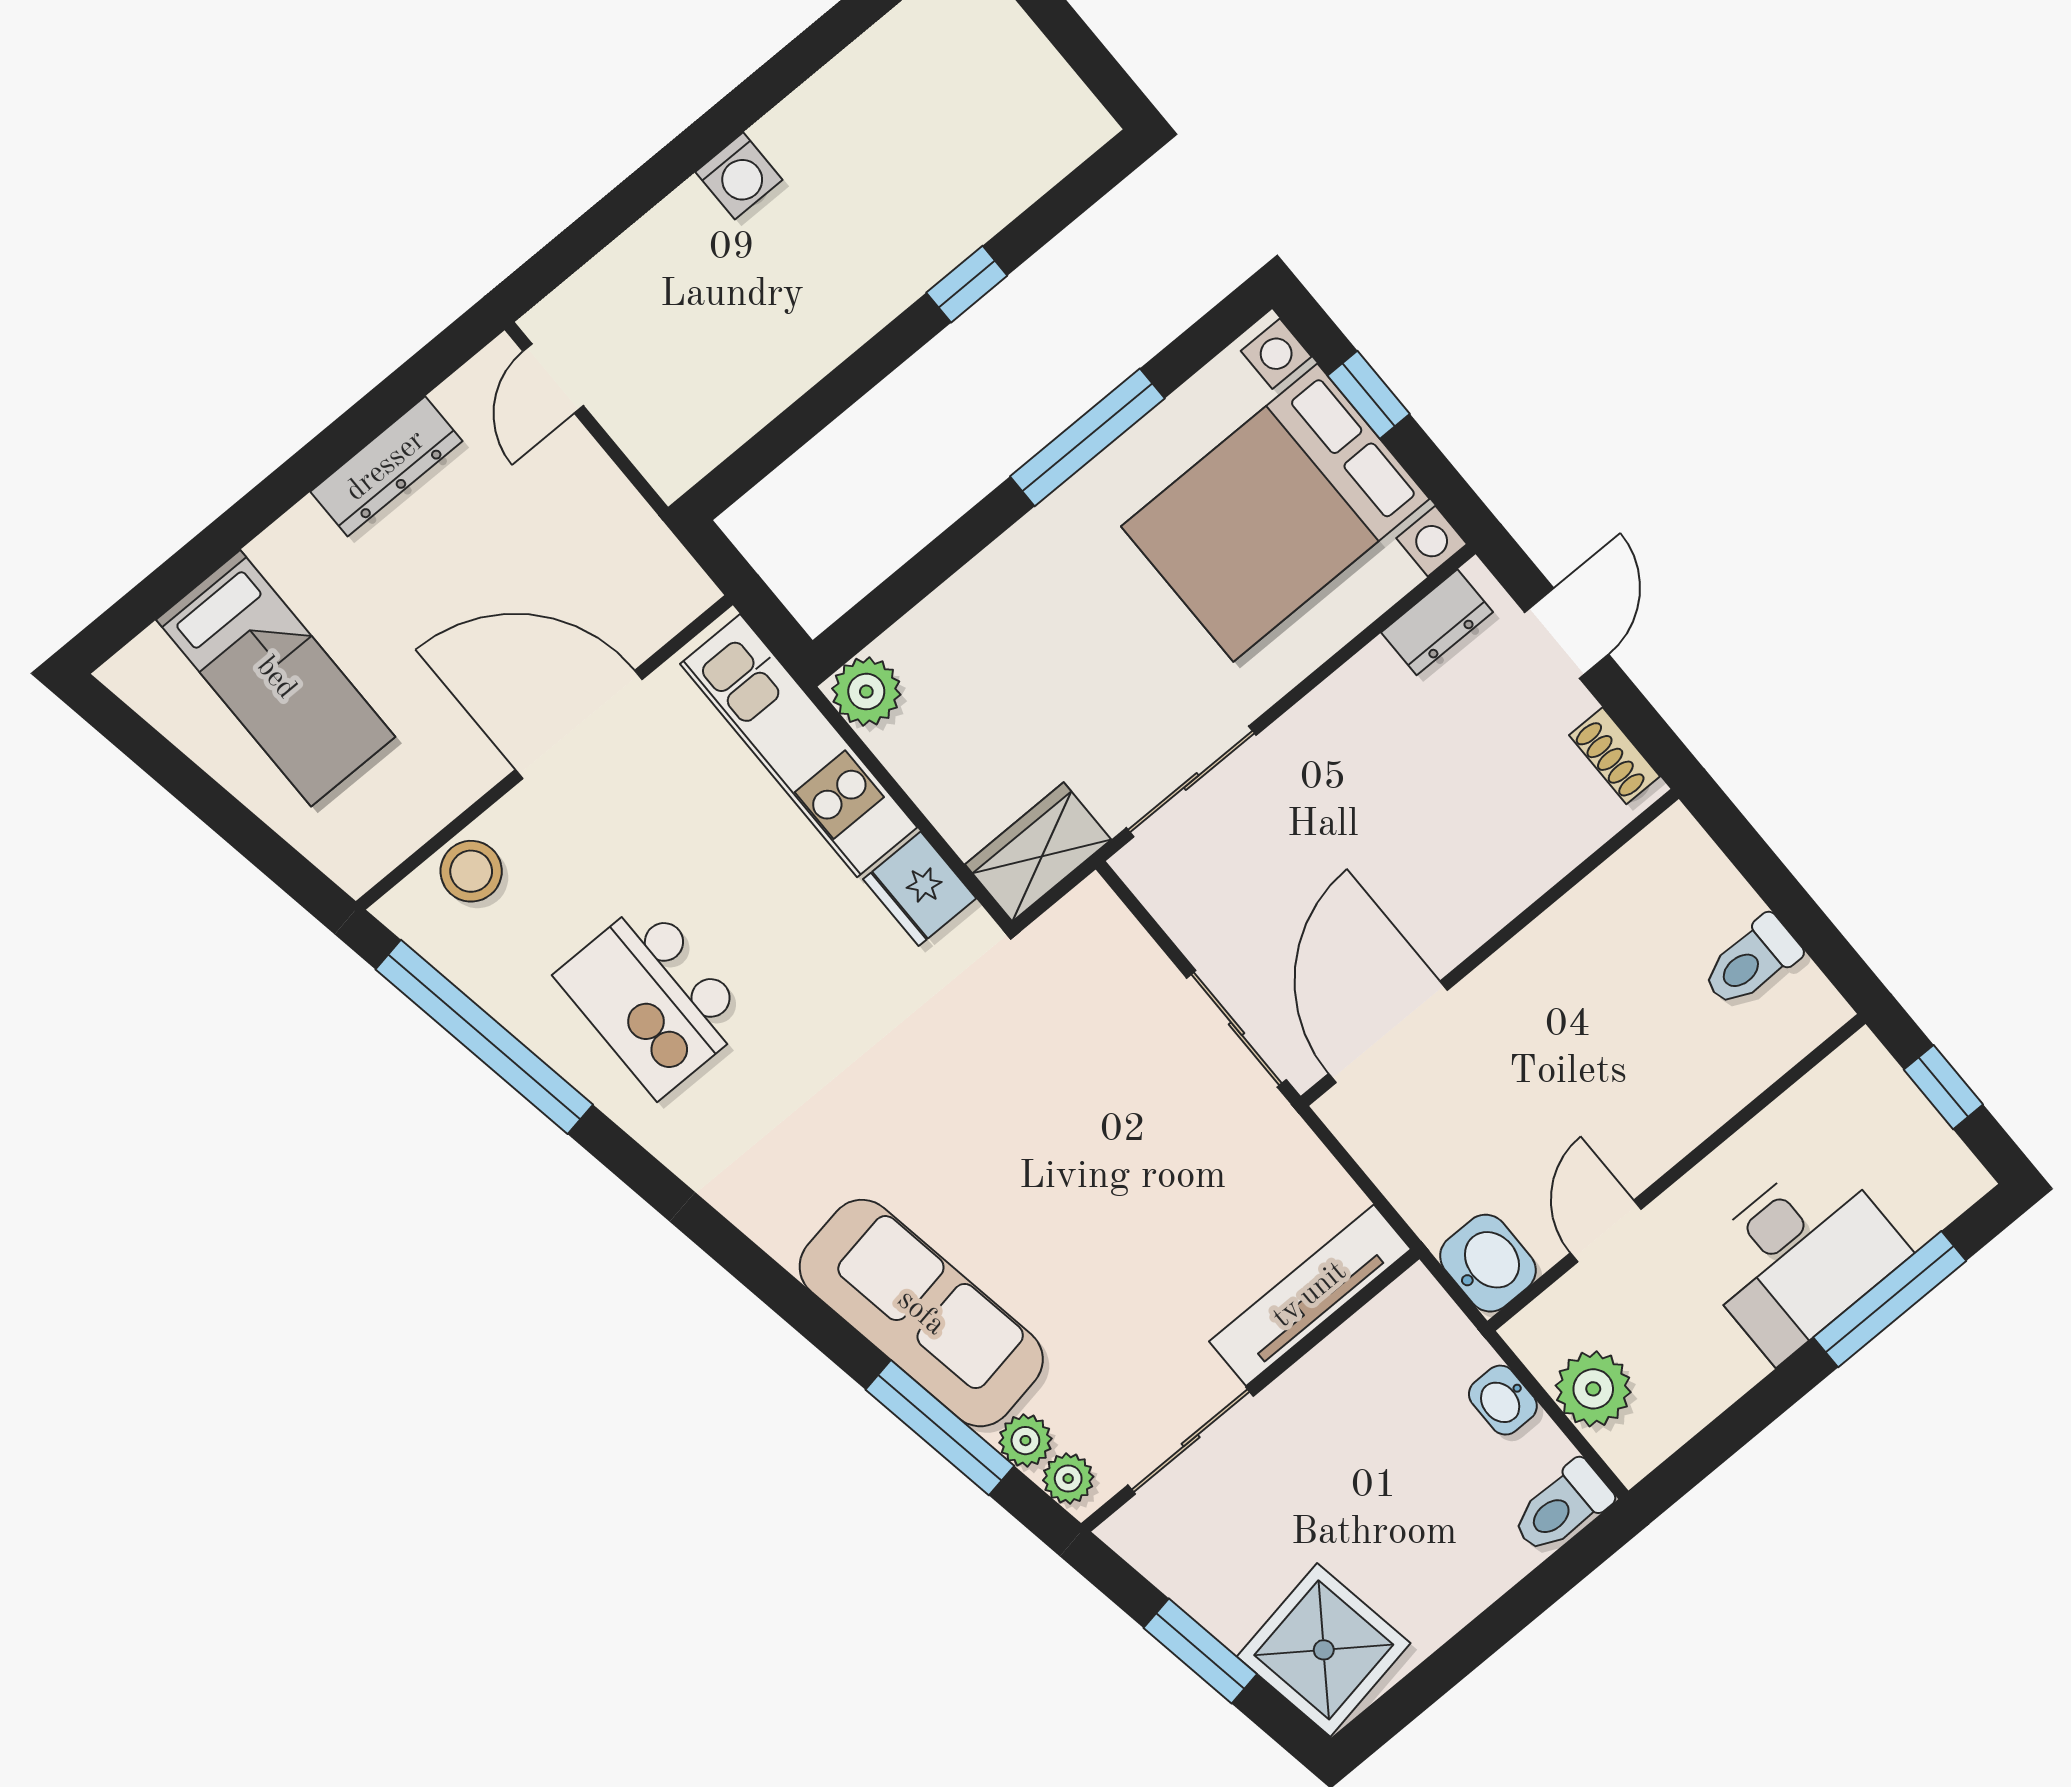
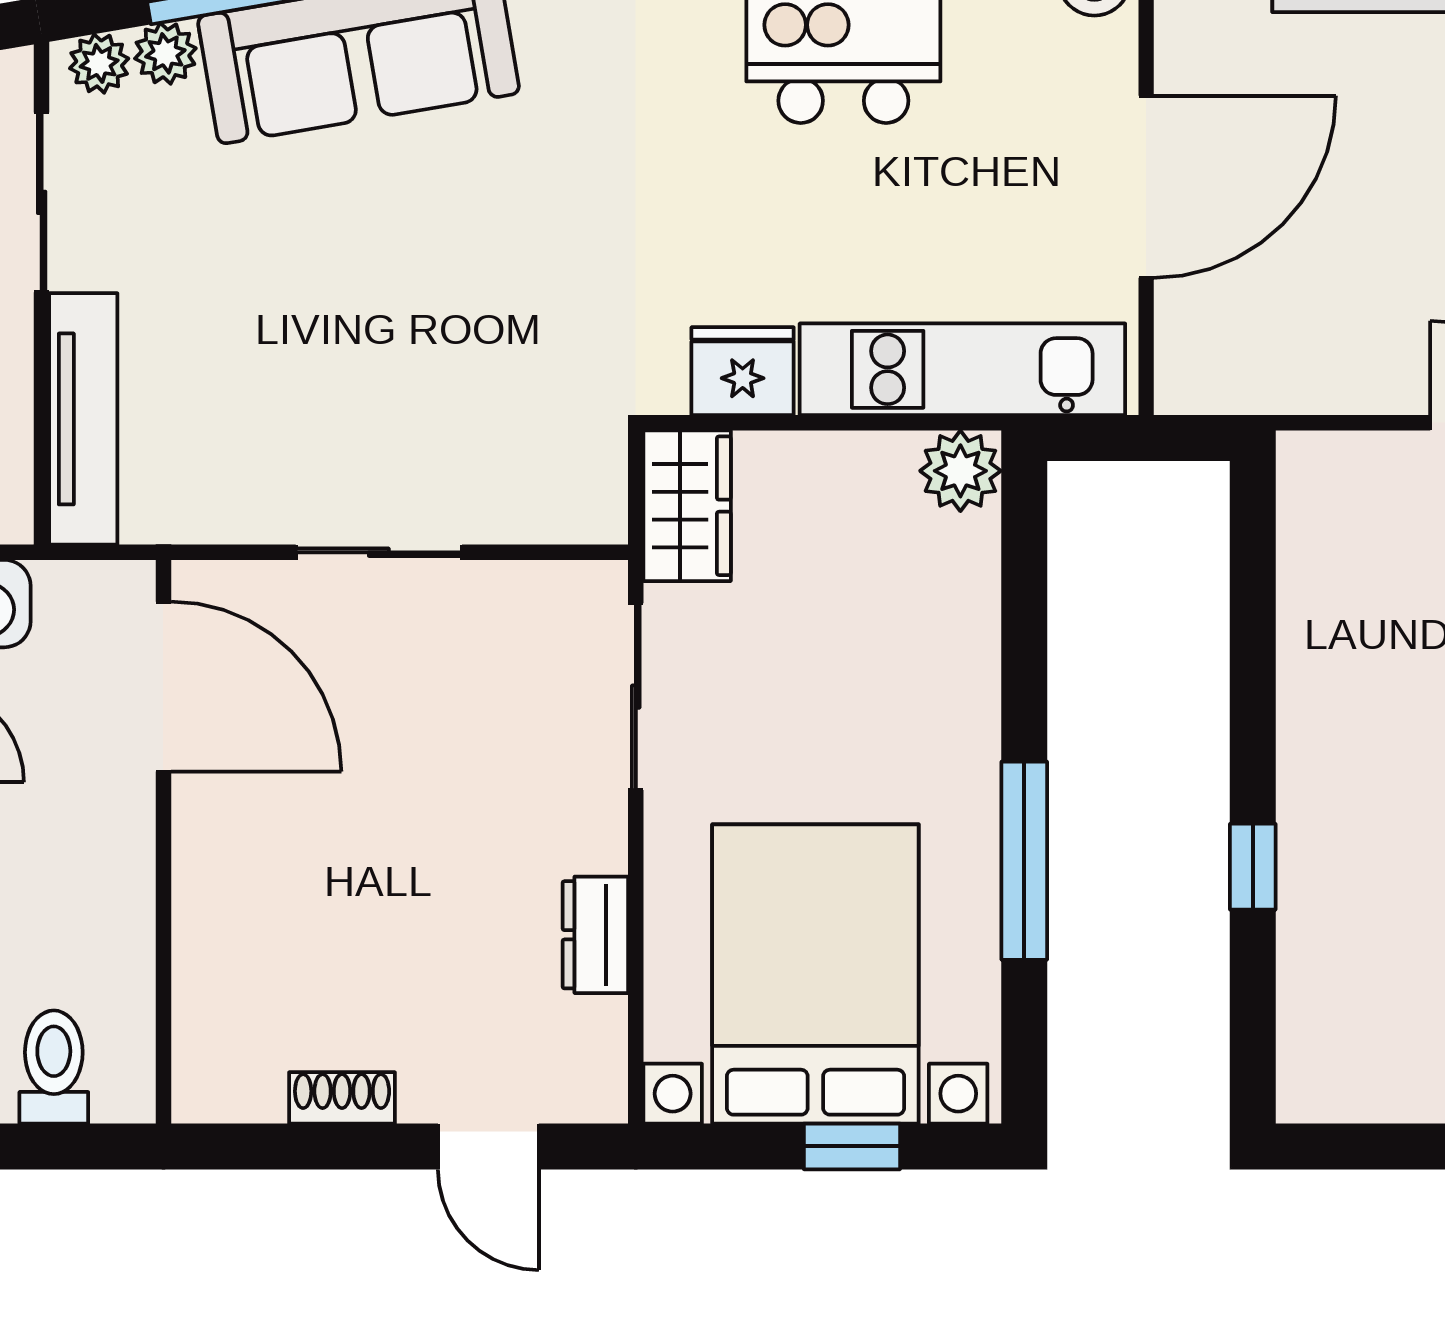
dresser: (1437, 622) -> (595, 935), moved
wall: (1490, 947) -> (163, 842), moved
door: (1388, 1032) -> (163, 687), moved

